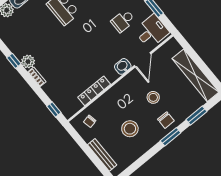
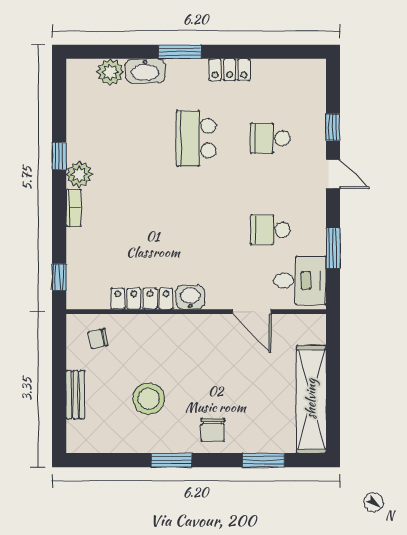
door: (143, 60) -> (252, 312), hinge flipped
washbasin: (123, 66) -> (190, 297), moved
stool: (153, 97) -> (222, 380), removed
window: (171, 137) -> (172, 460), moved
bench: (102, 155) -> (75, 395), width x0.73

